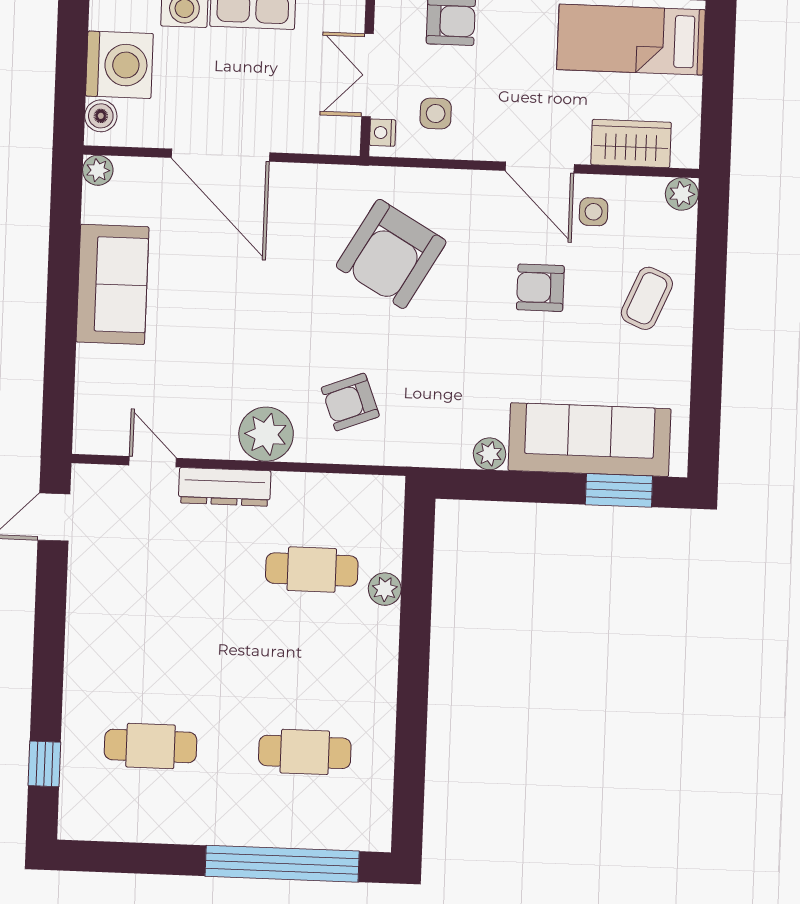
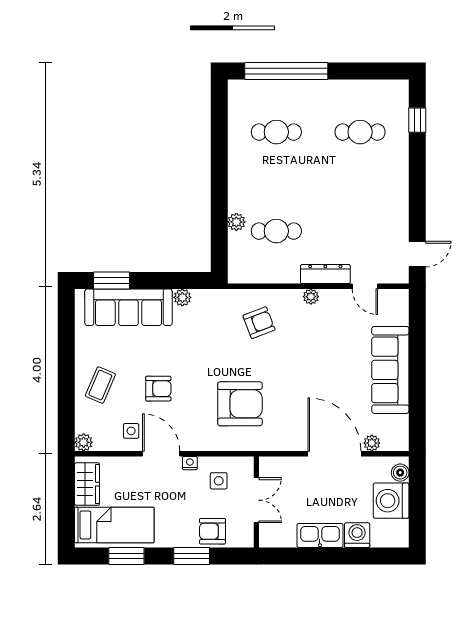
nightstand: (383, 133) -> (190, 463), moved, turned -90
wardrobe: (631, 143) -> (87, 484), moved, turned -90
plant: (98, 170) -> (372, 443), moved
armchair: (391, 254) -> (240, 404), turned 60
sofa: (112, 284) -> (390, 370), width x1.36
plant: (266, 434) -> (311, 297), width x0.53, depth x0.53

